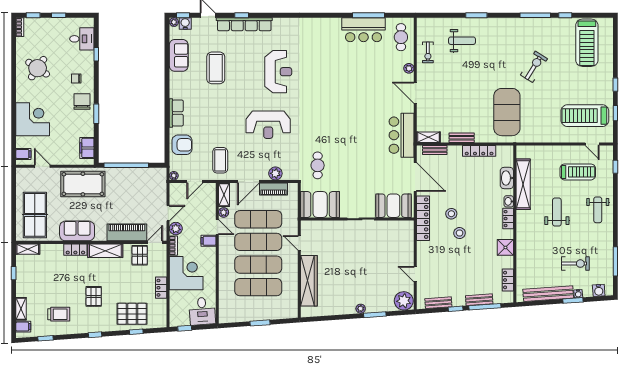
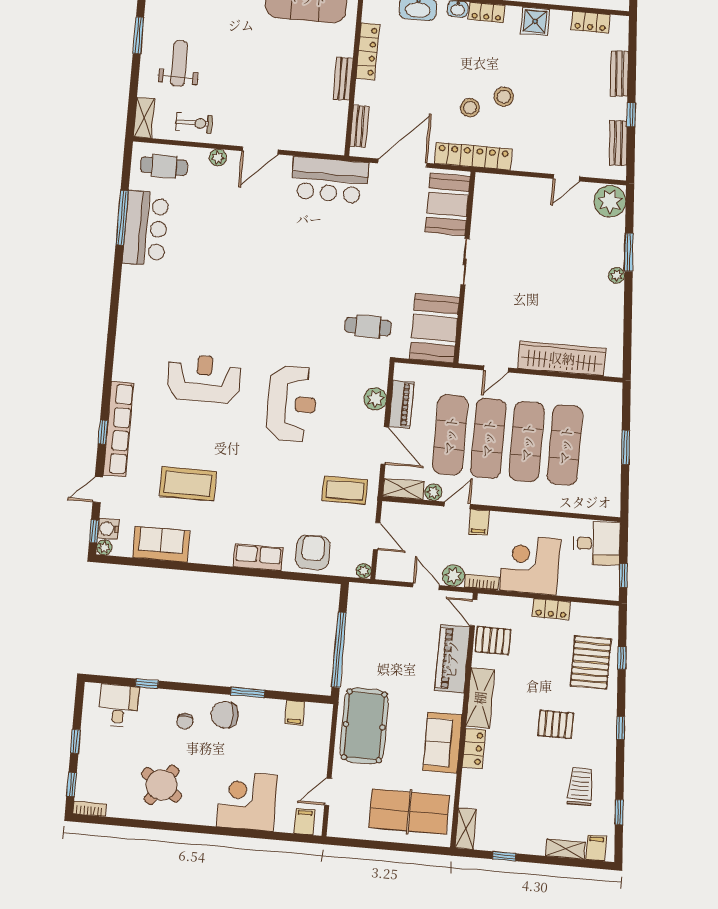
shelving: (428, 137) -> (144, 118), moved
filing cabinet: (87, 148) -> (295, 713), width x0.50
window: (485, 307) -> (632, 65), removed

